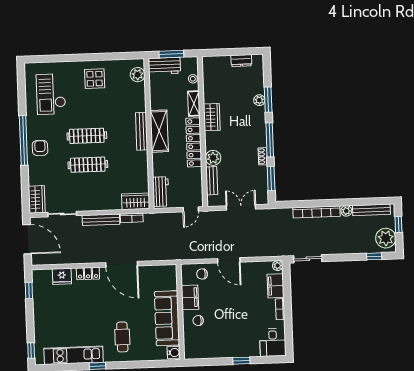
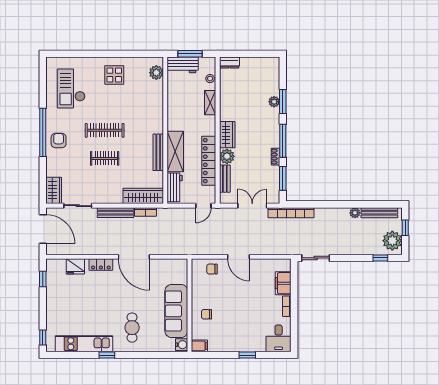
dresser: (241, 61) -> (229, 63), moved
wardrobe: (212, 117) -> (227, 135), moved
bench: (142, 131) -> (158, 152), moved
shelving: (159, 131) -> (175, 151), moved
locker: (194, 142) -> (209, 161), moved
clothes rail: (88, 165) -> (105, 158), width x0.73
wardrobe: (136, 201) -> (143, 196), width x1.50
bookcase: (317, 212) -> (291, 213), moved
plant: (278, 266) -> (286, 264), removed
filing cabinet: (190, 297) -> (199, 346), moved, width x0.50

